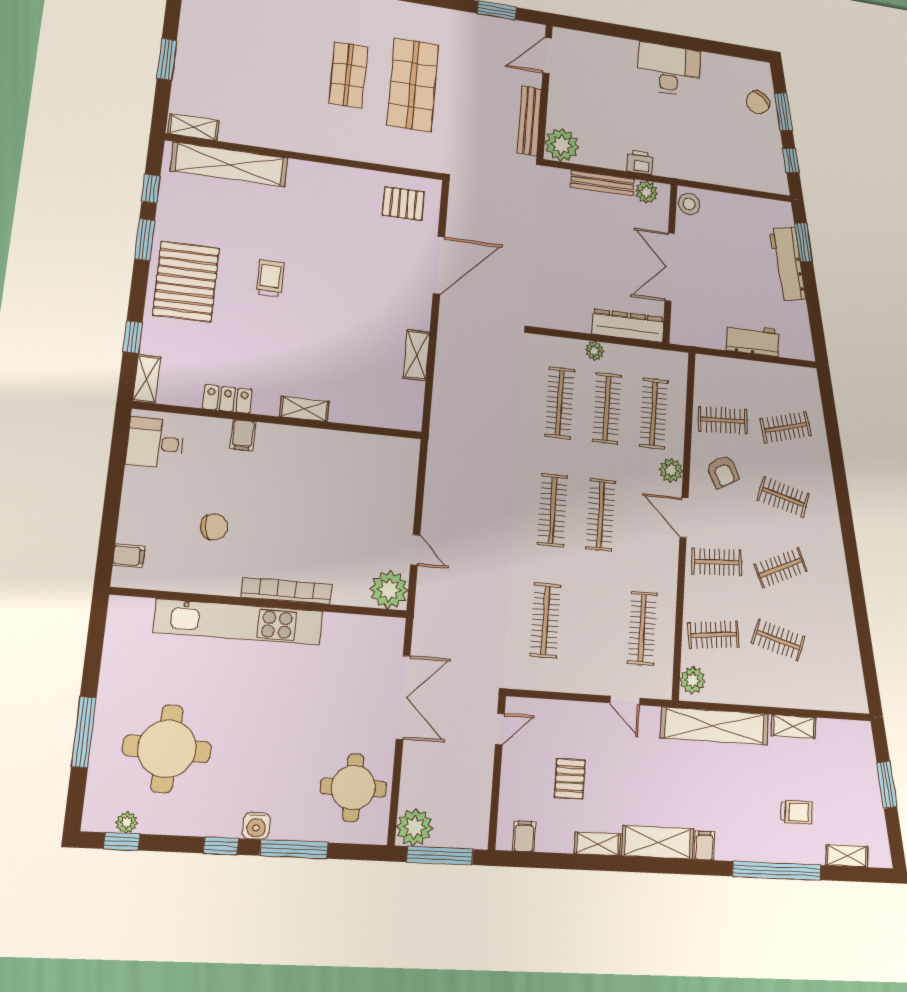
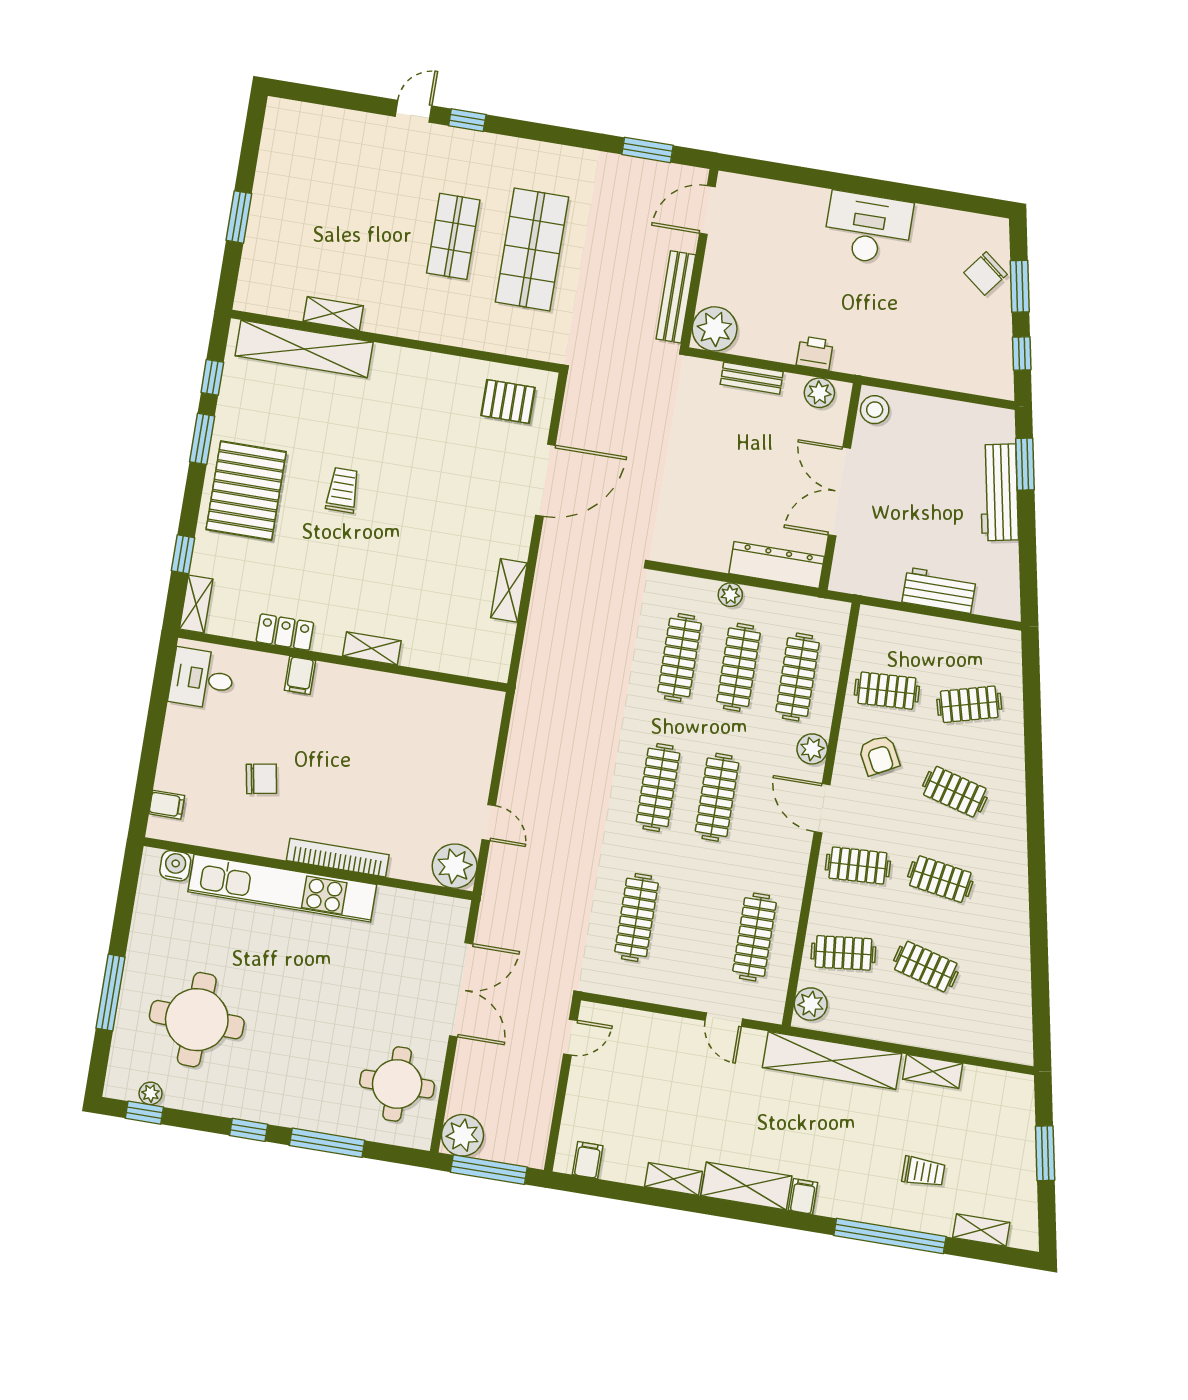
shelving: (193, 127) -> (333, 314), moved
bench: (602, 183) -> (752, 378), width x0.73
clothes rail: (781, 568) -> (940, 879), turned 33
pallet: (570, 779) -> (648, 1102), removed
water cooler: (256, 826) -> (175, 866), moved, turned 180

